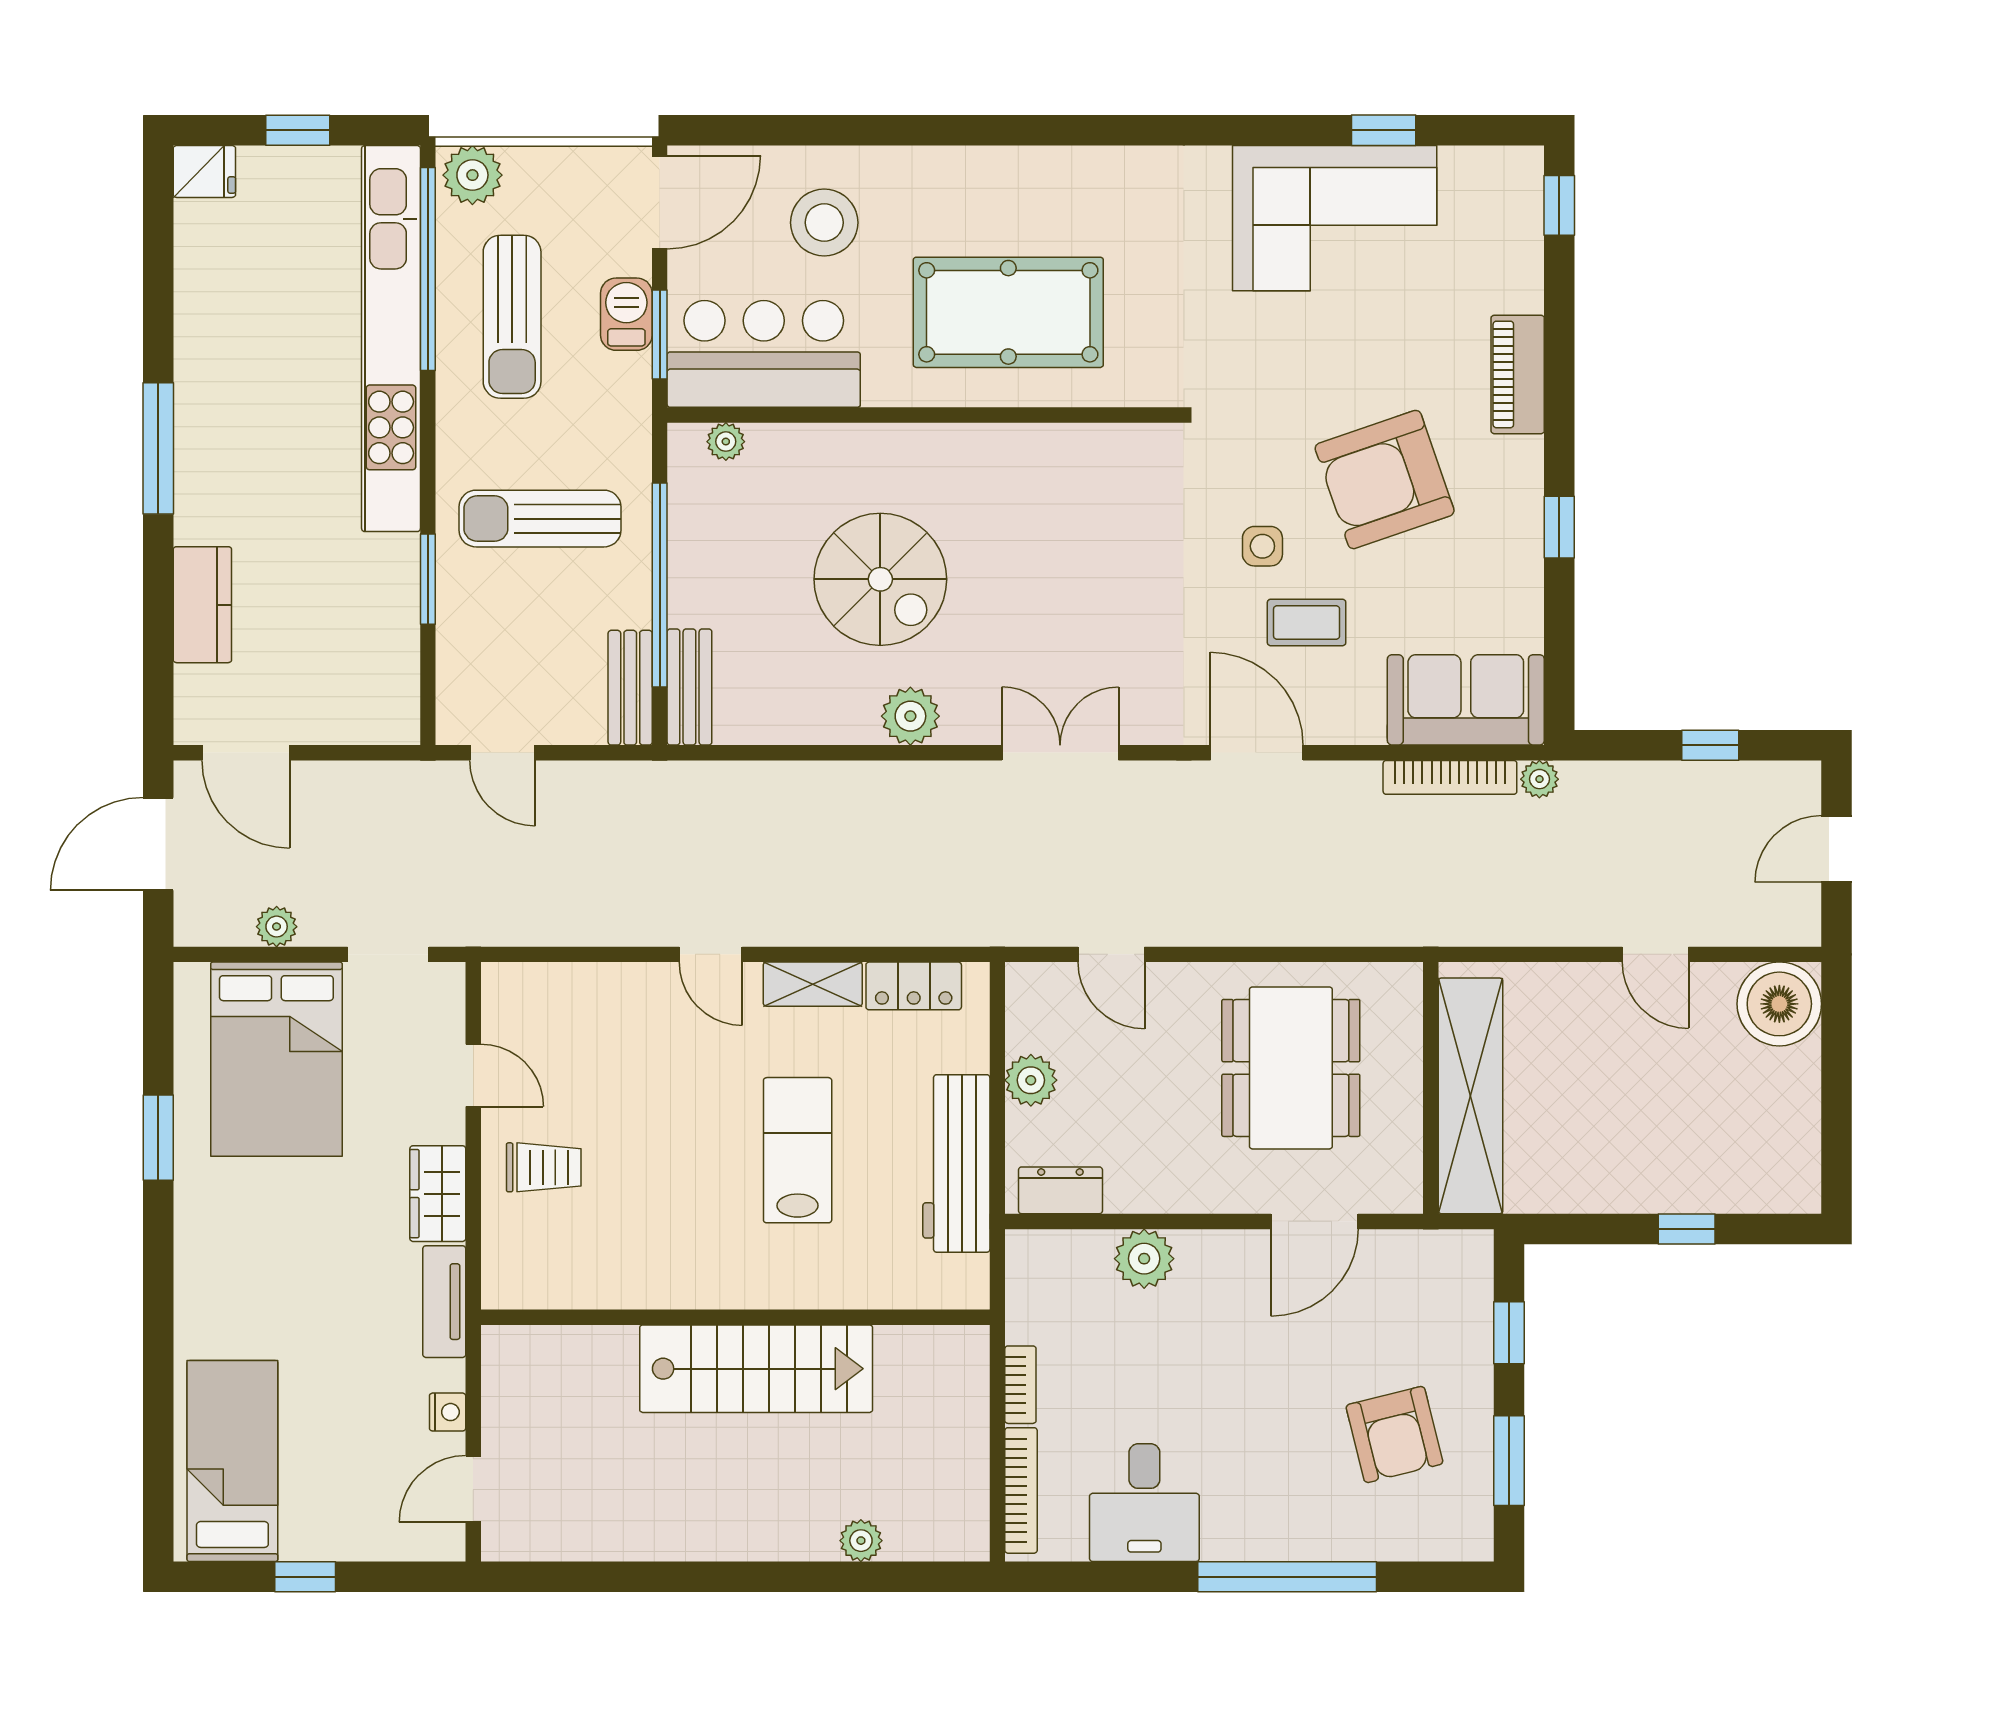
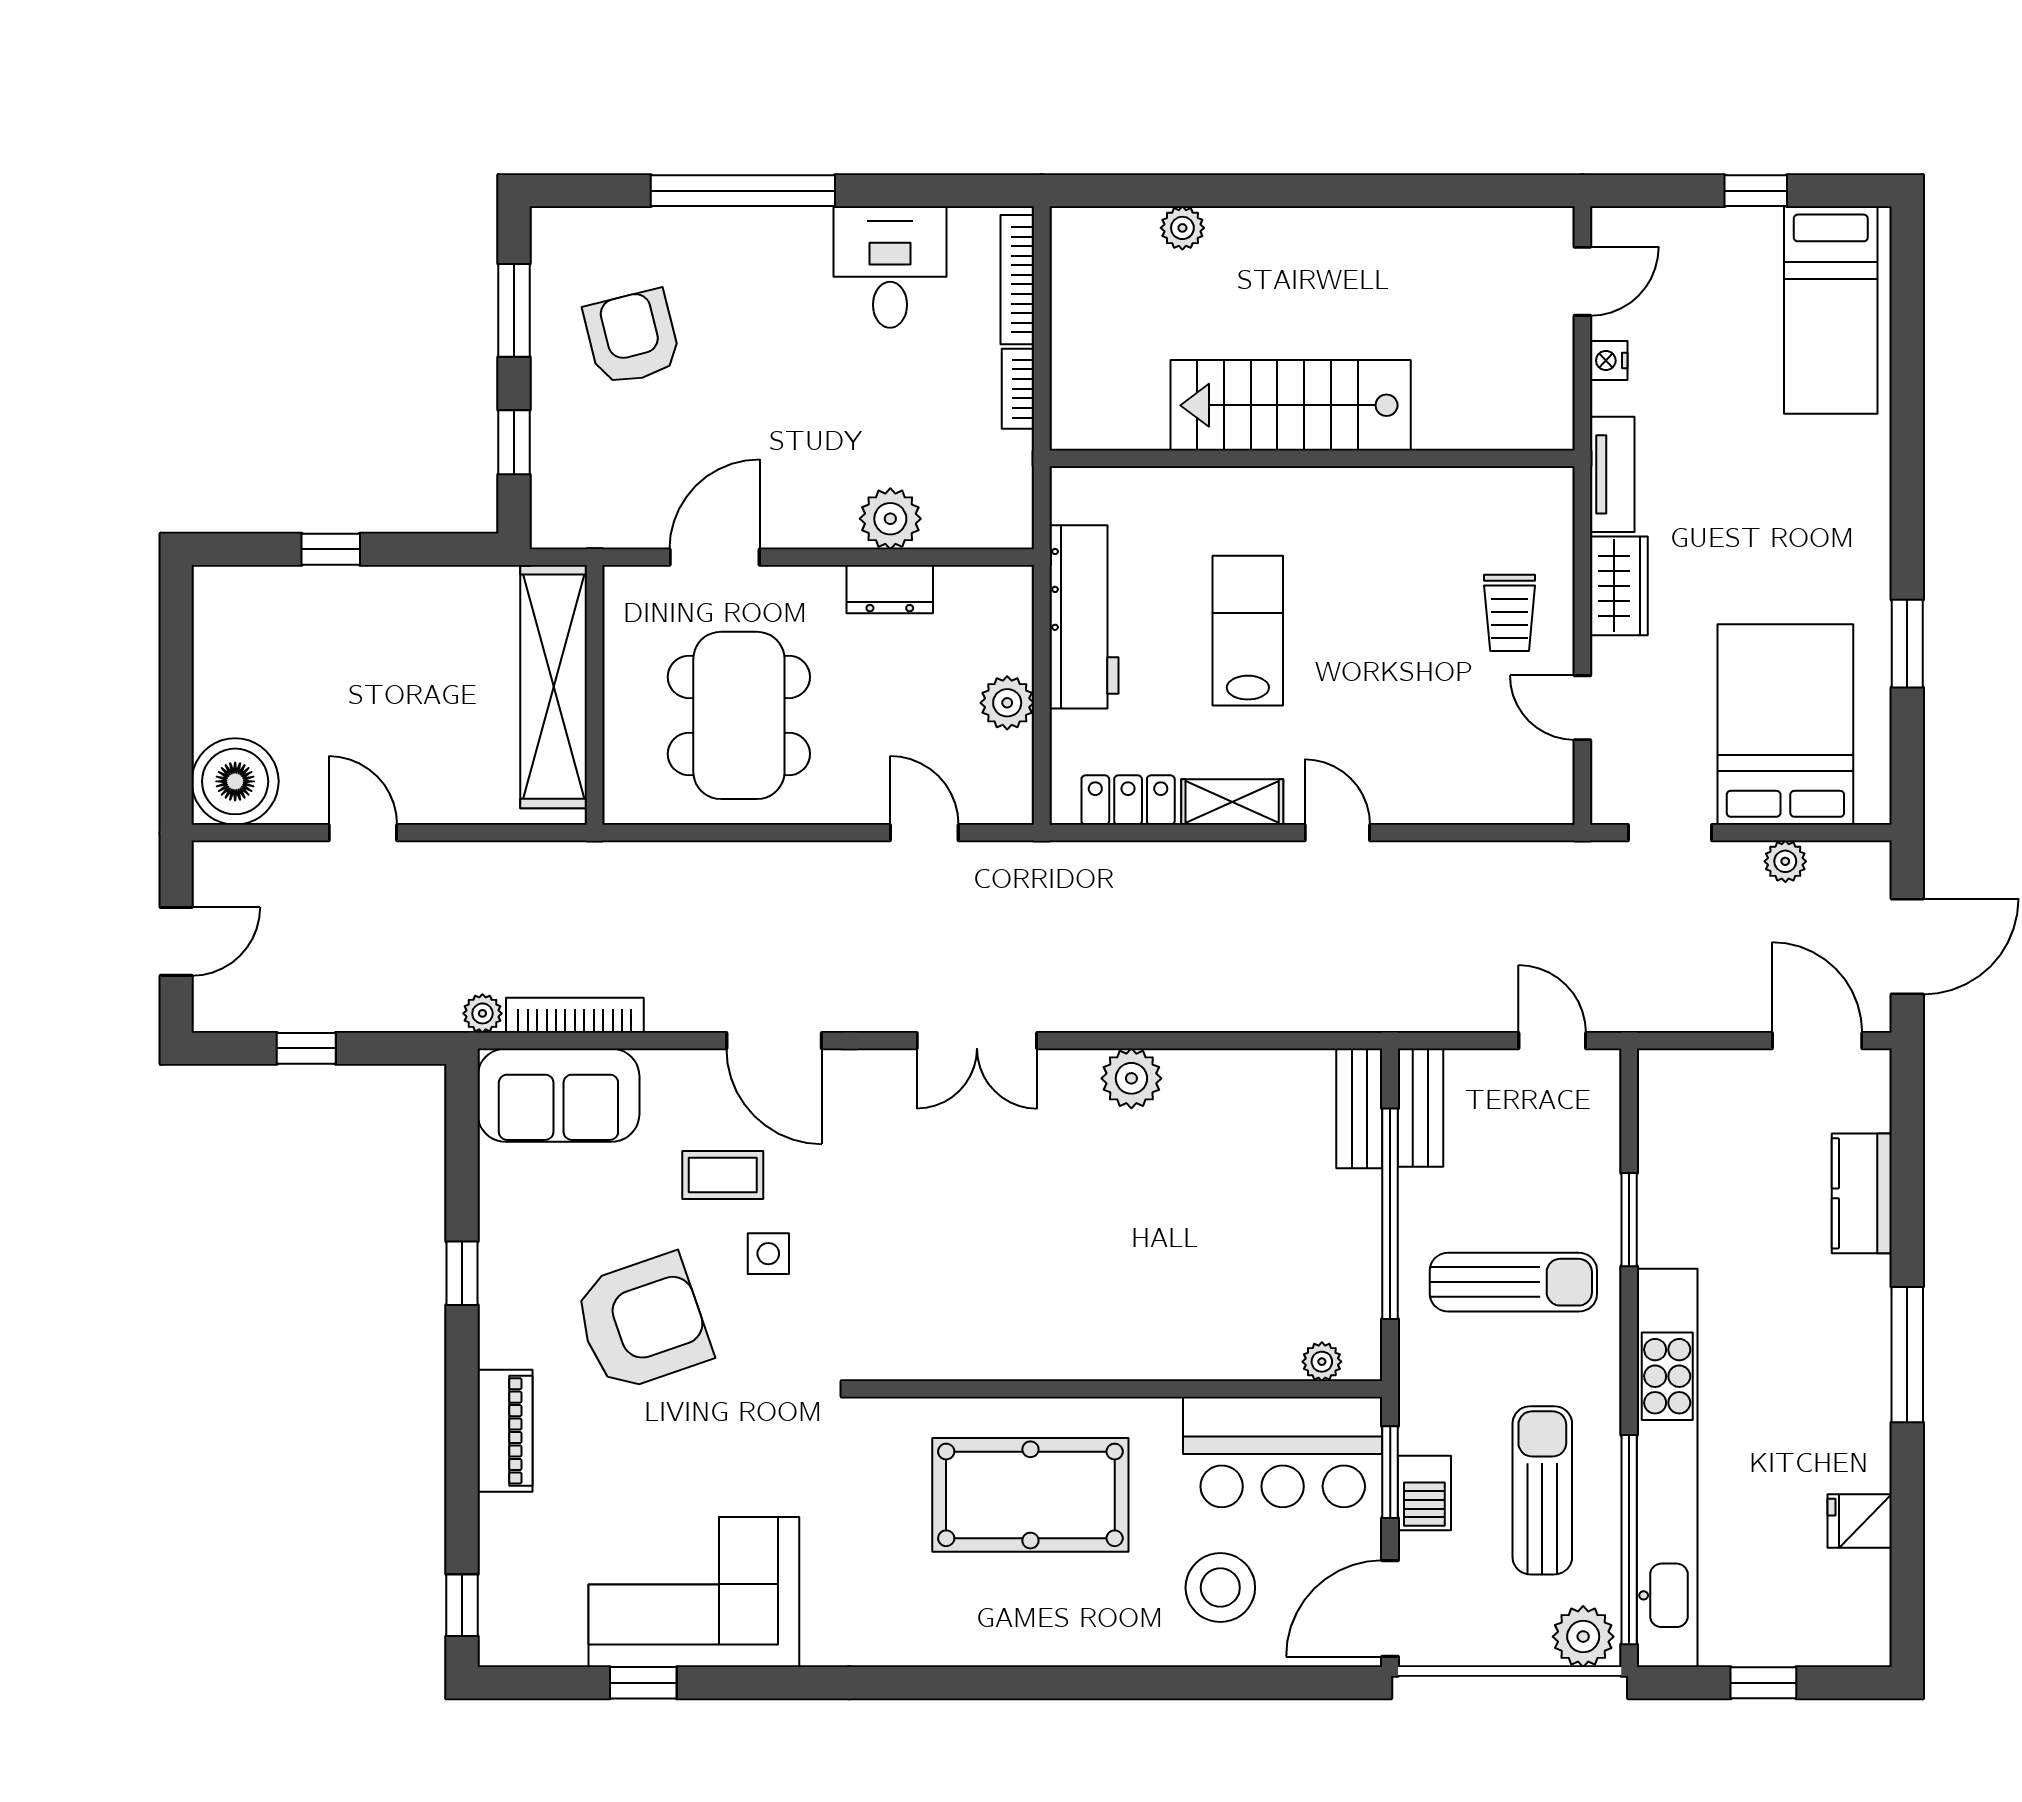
fridge: (204, 171) -> (1860, 1521), moved
spiral stairs: (880, 579) -> (1162, 1219), removed
lab bench: (798, 1150) -> (1248, 631), turned 180
trolley: (544, 1167) -> (1510, 613), turned -90
dresser: (1060, 1190) -> (890, 589), moved

